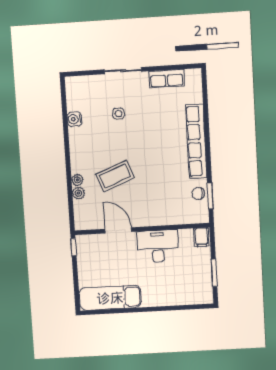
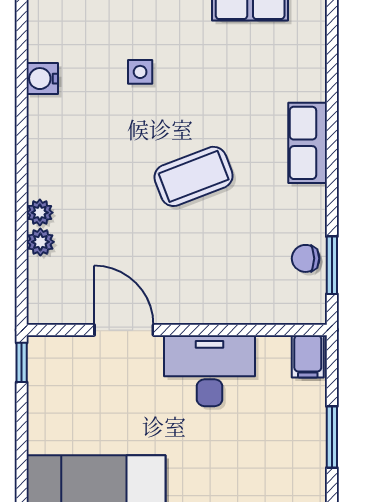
row of seats: (196, 141) -> (308, 143), width x0.50
coffee table: (115, 176) -> (194, 176), moved

